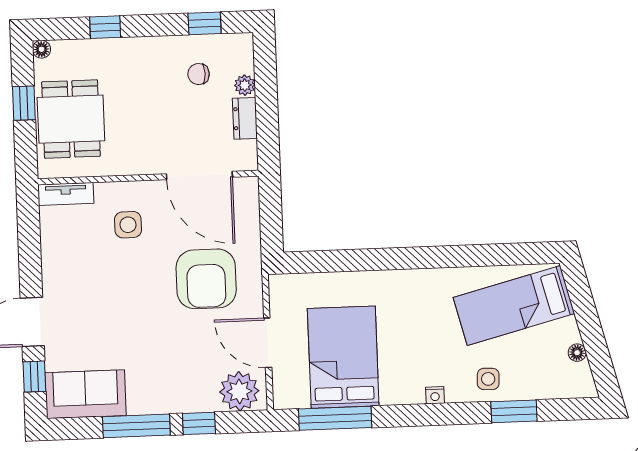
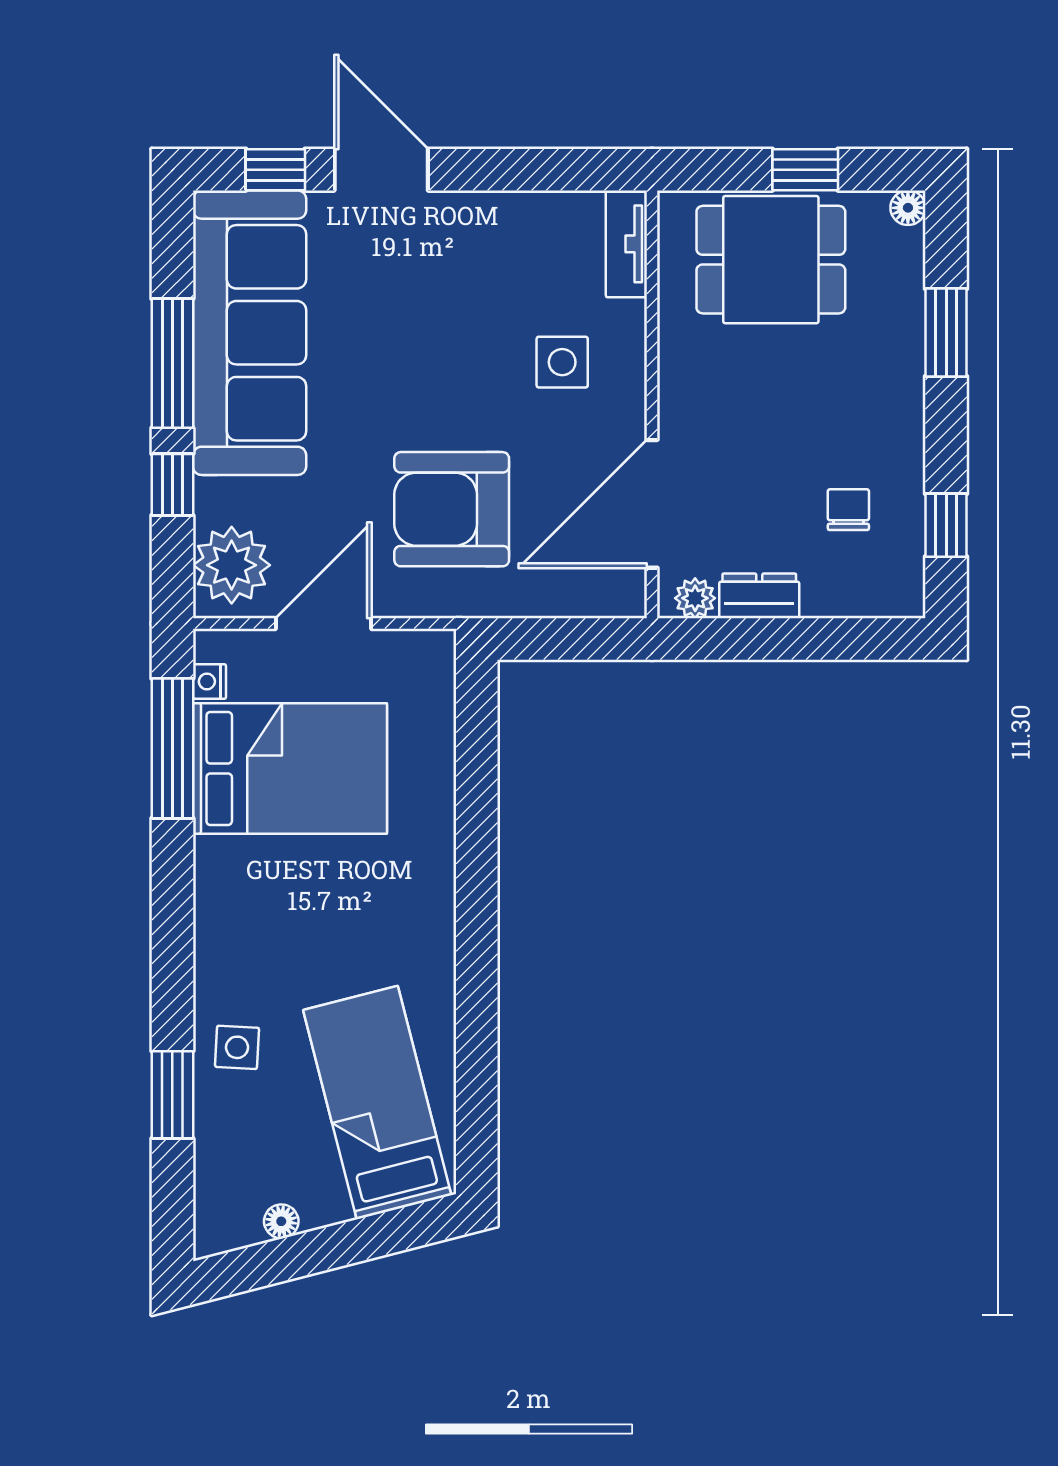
window: (105, 27) -> (946, 333), width x1.50
plant: (245, 85) -> (695, 598), moved
sofa: (86, 394) -> (250, 333), width x1.85, depth x1.27
nightstand: (435, 395) -> (209, 681), moved

